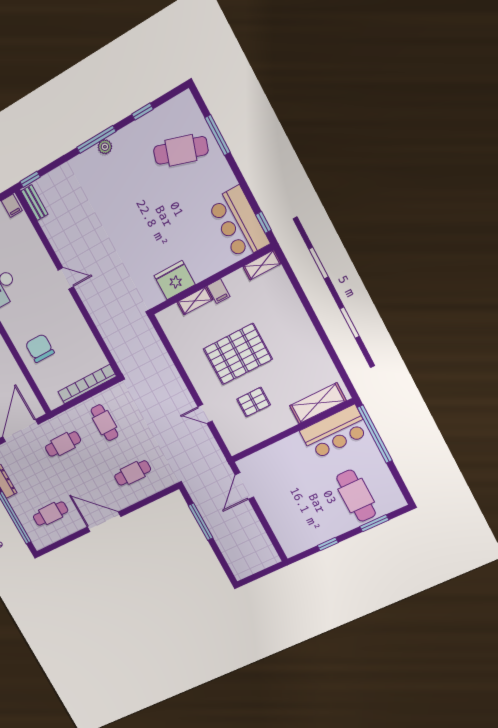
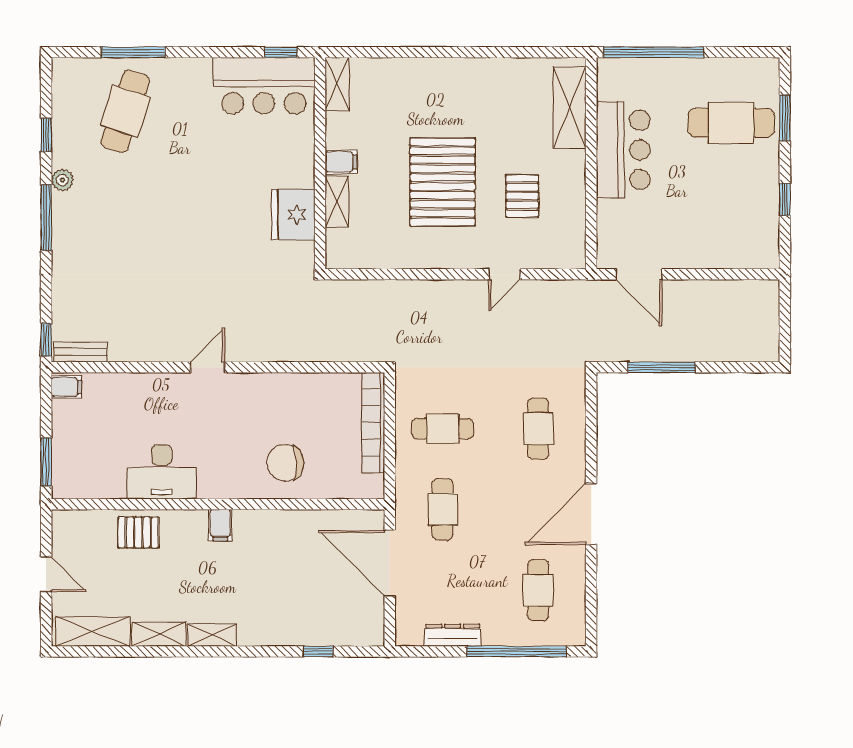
plant: (105, 147) -> (62, 180), moved
bar counter: (335, 432) -> (623, 150), moved

